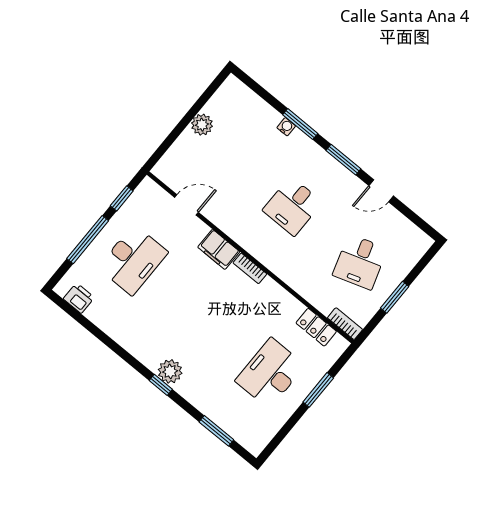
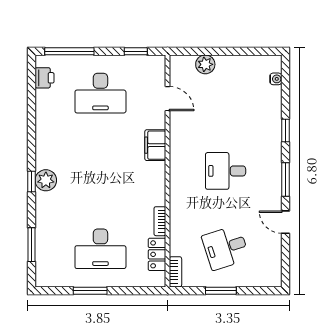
window: (300, 124) -> (285, 130), width x0.67
plant: (202, 125) -> (205, 64), moved
water cooler: (286, 127) -> (276, 79), moved
window: (88, 240) -> (69, 51), moved
bookcase: (250, 268) -> (160, 221), moved
desk: (270, 373) -> (100, 249), turned 180
window: (318, 390) -> (90, 291), moved

